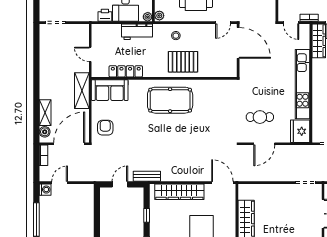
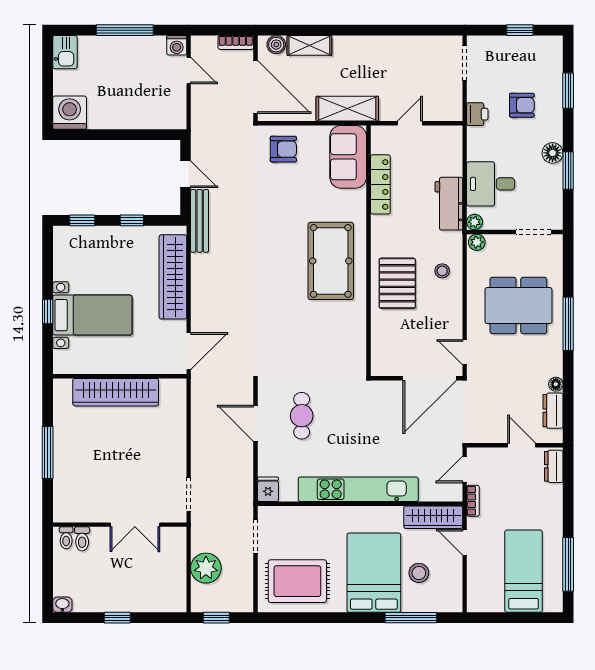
printer: (105, 15) -> (477, 114), moved
fridge: (300, 131) -> (268, 489), width x0.53, depth x0.75
bench: (147, 176) -> (200, 221), width x1.36

